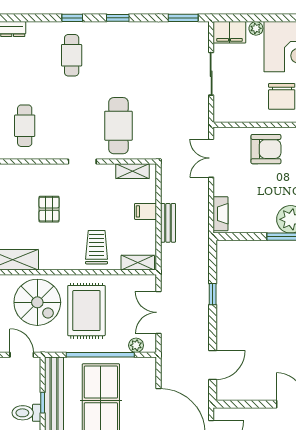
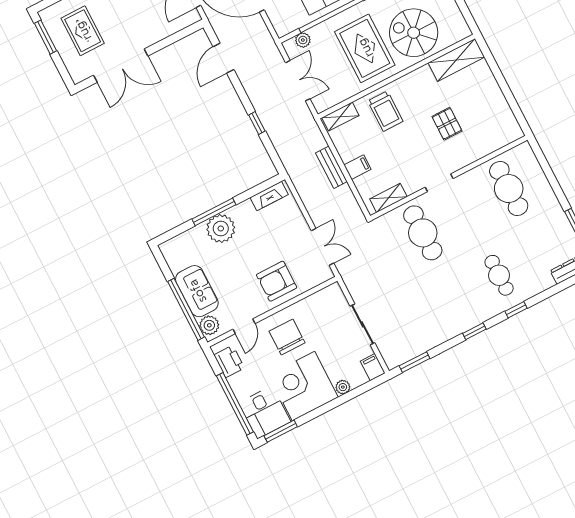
filing cabinet: (229, 32) -> (373, 367), width x0.50
cafe table: (25, 126) -> (509, 189), width x1.37, depth x1.35
fireplace: (221, 214) -> (269, 196), moved, turned -90

